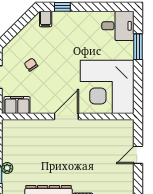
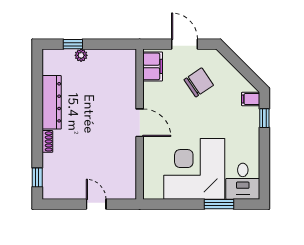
chair: (31, 65) -> (199, 82), width x1.87, depth x1.87
corner desk: (107, 87) -> (194, 169), moved

